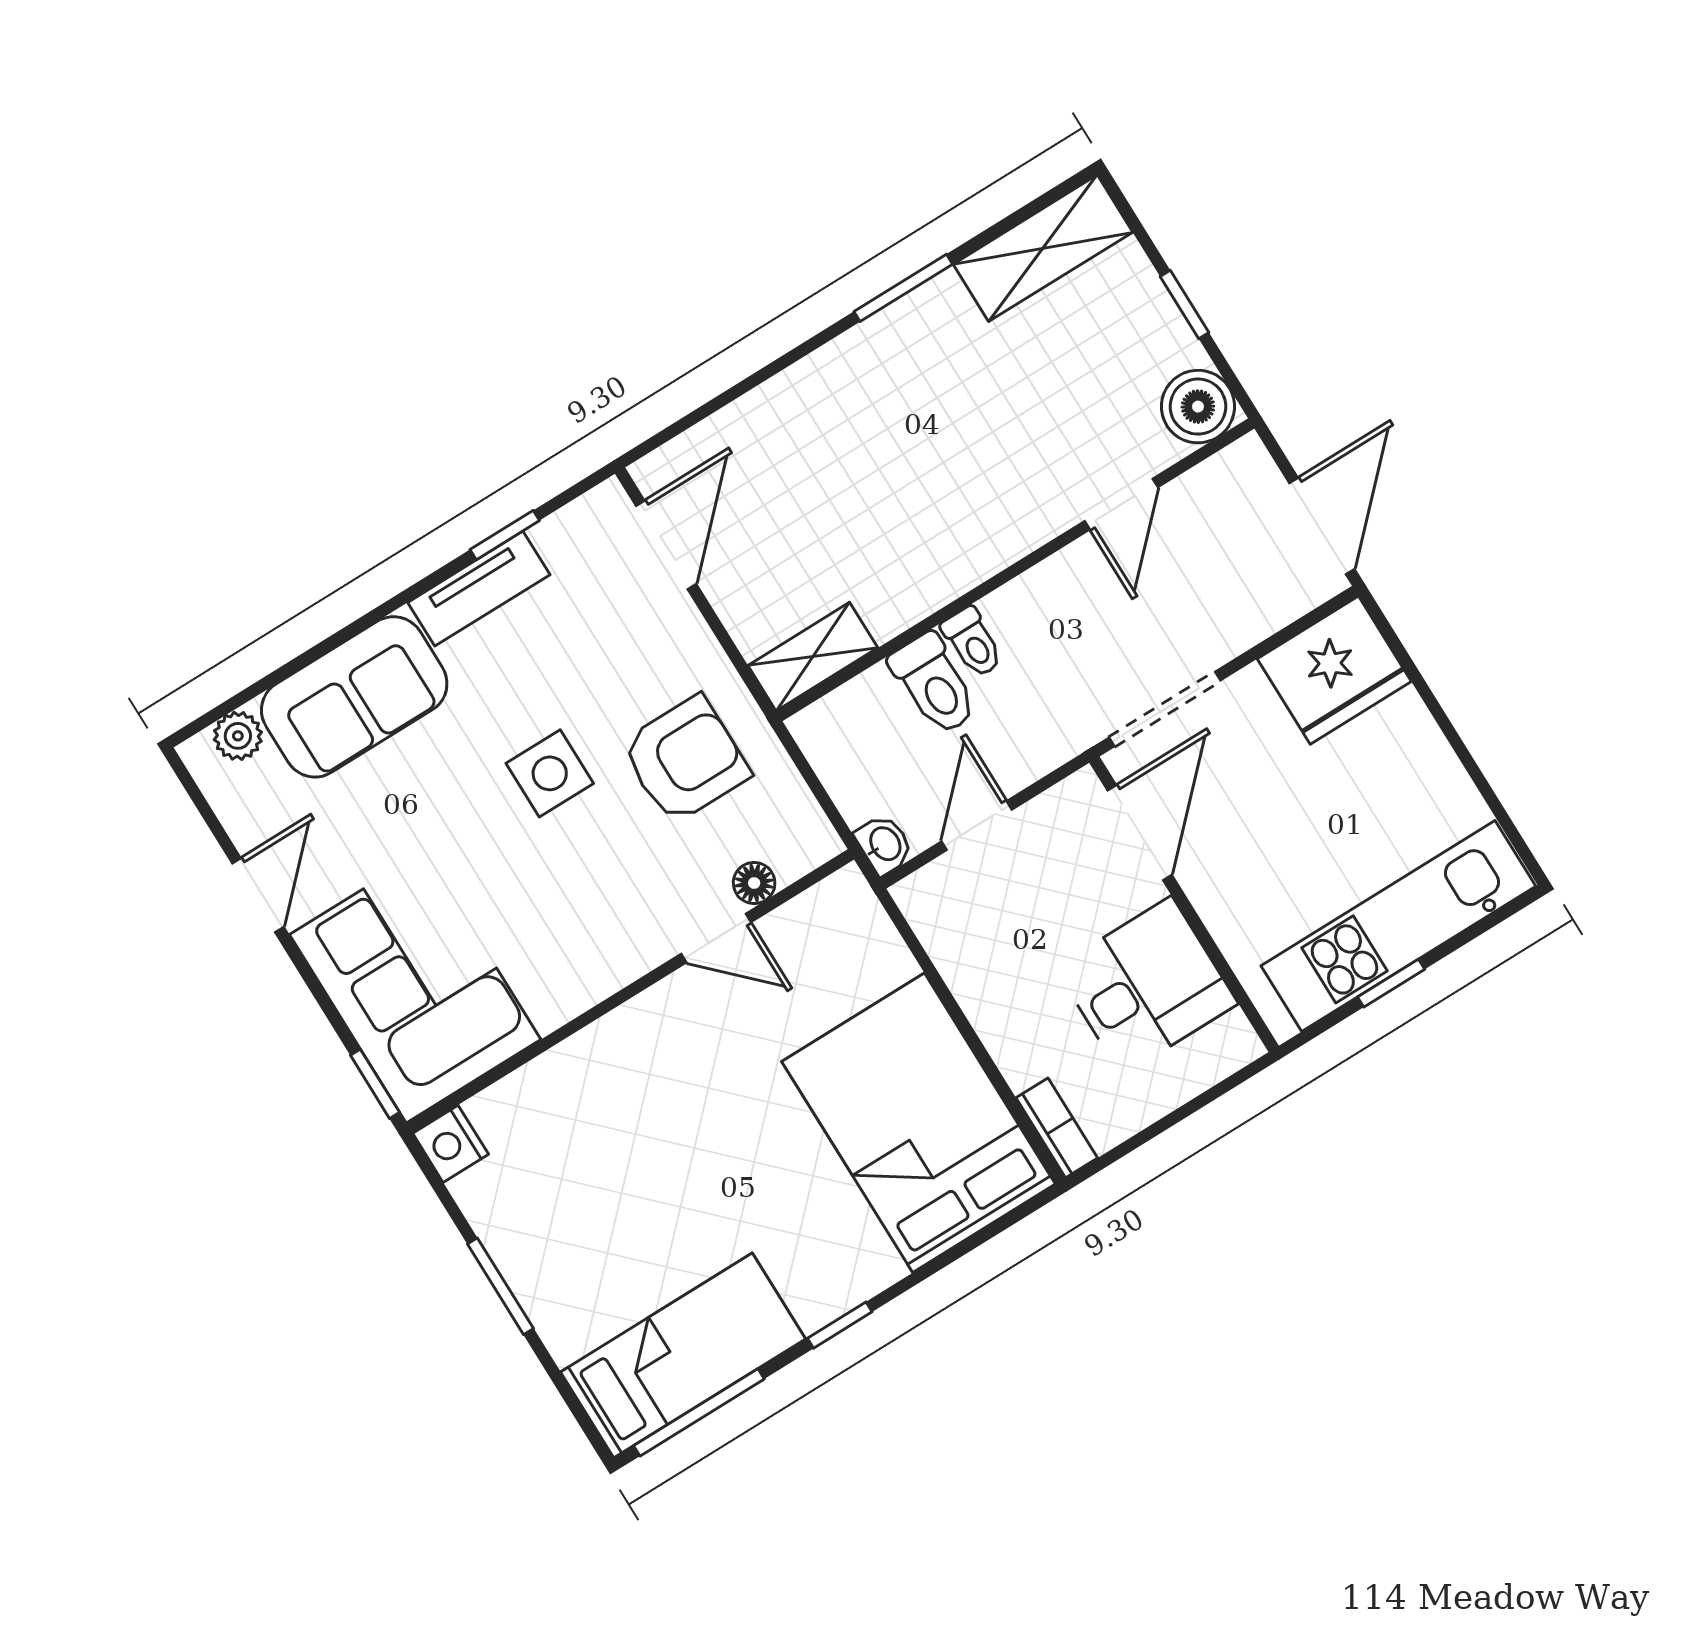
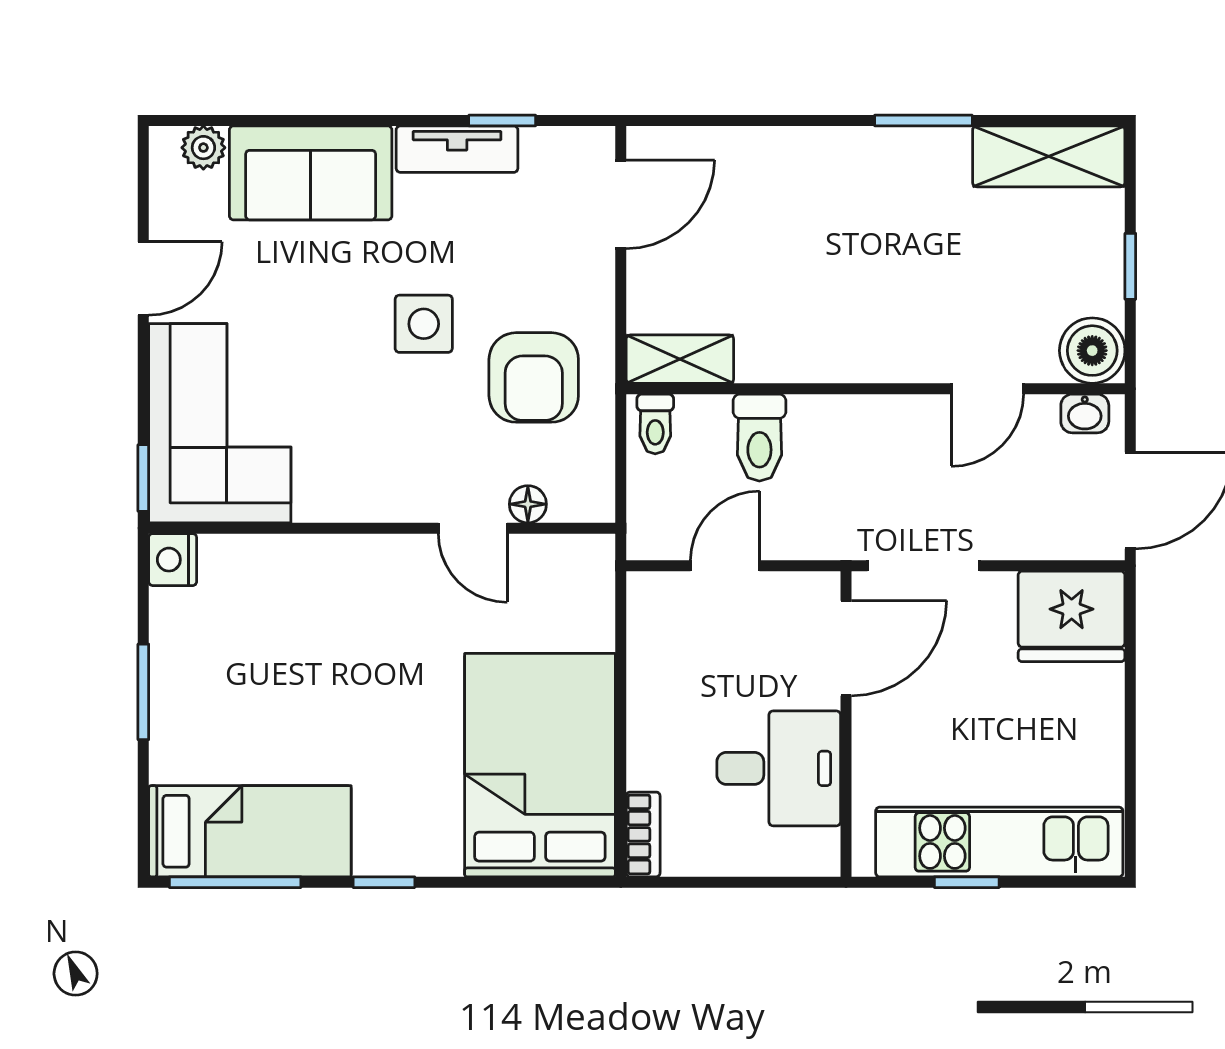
toilet: (973, 642) -> (655, 424), moved
armchair: (685, 760) -> (534, 377), turned 90
washbasin: (884, 844) -> (1085, 413), moved, turned 90

